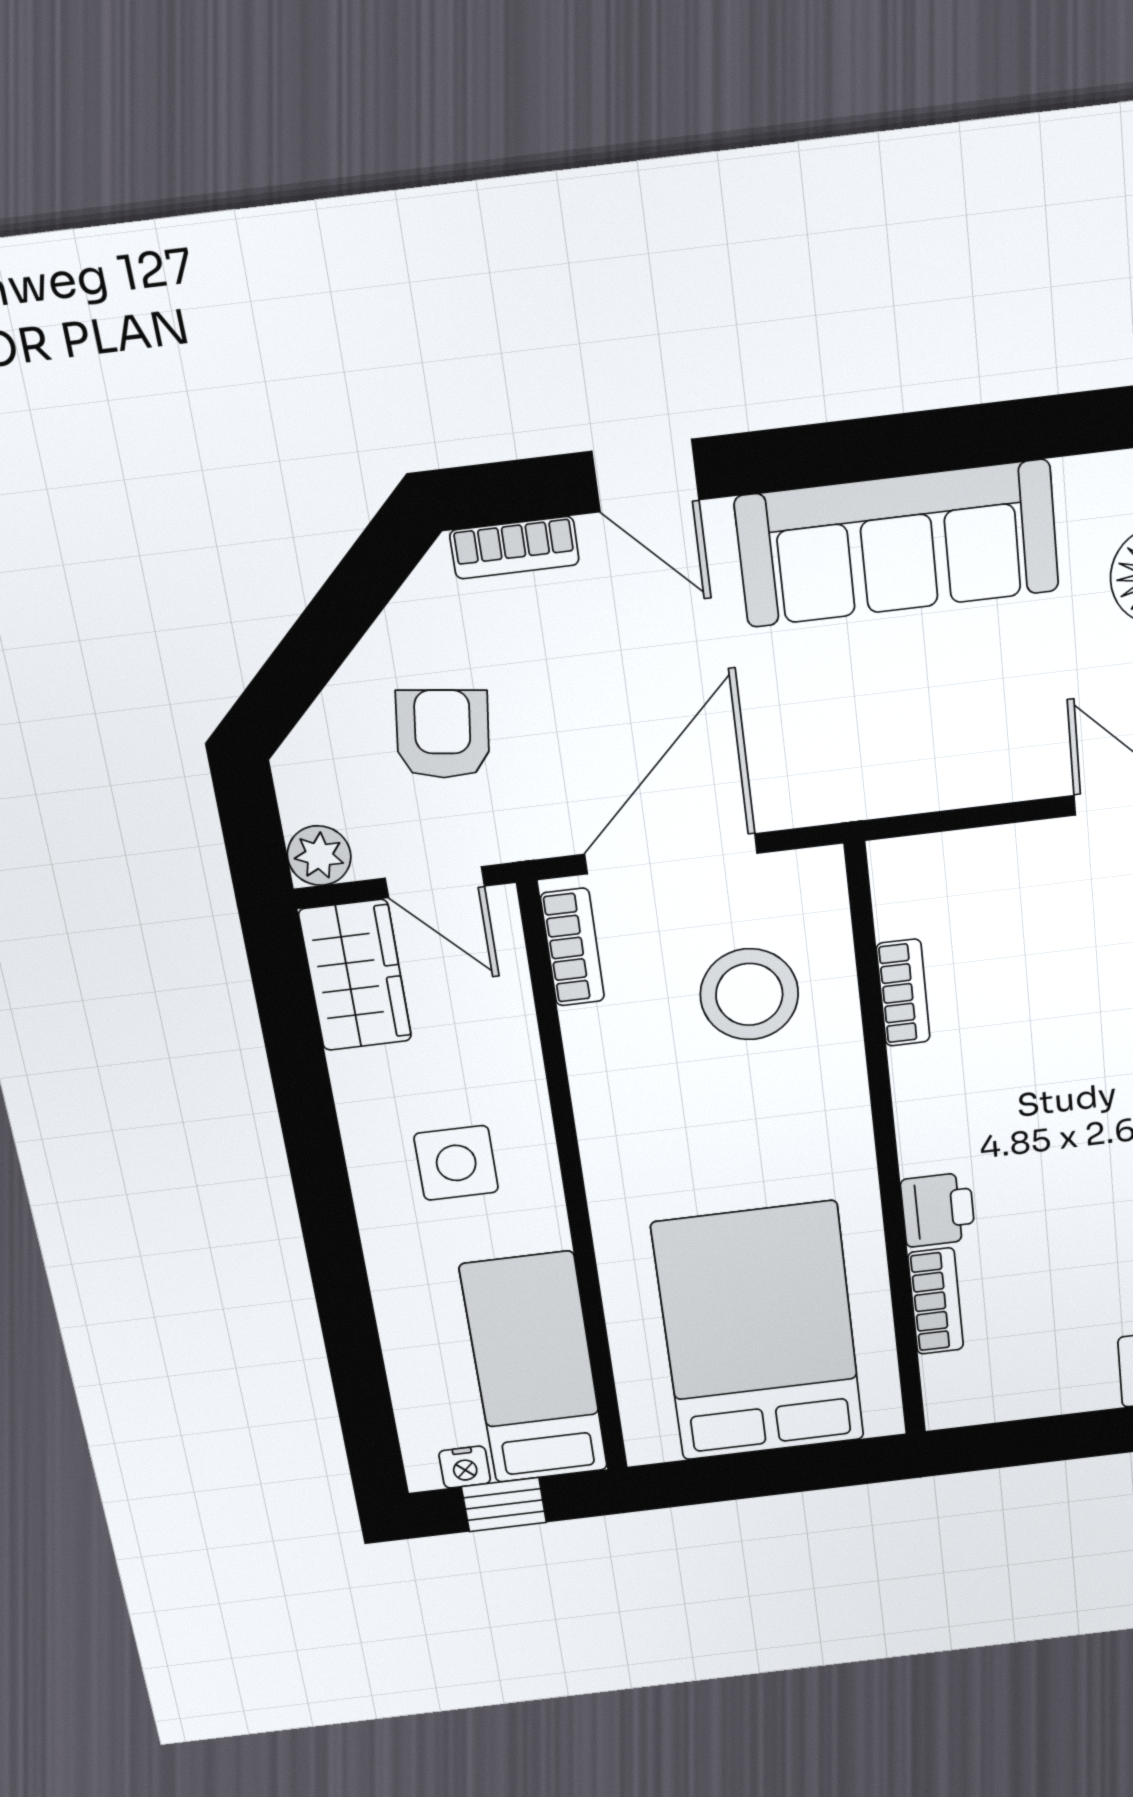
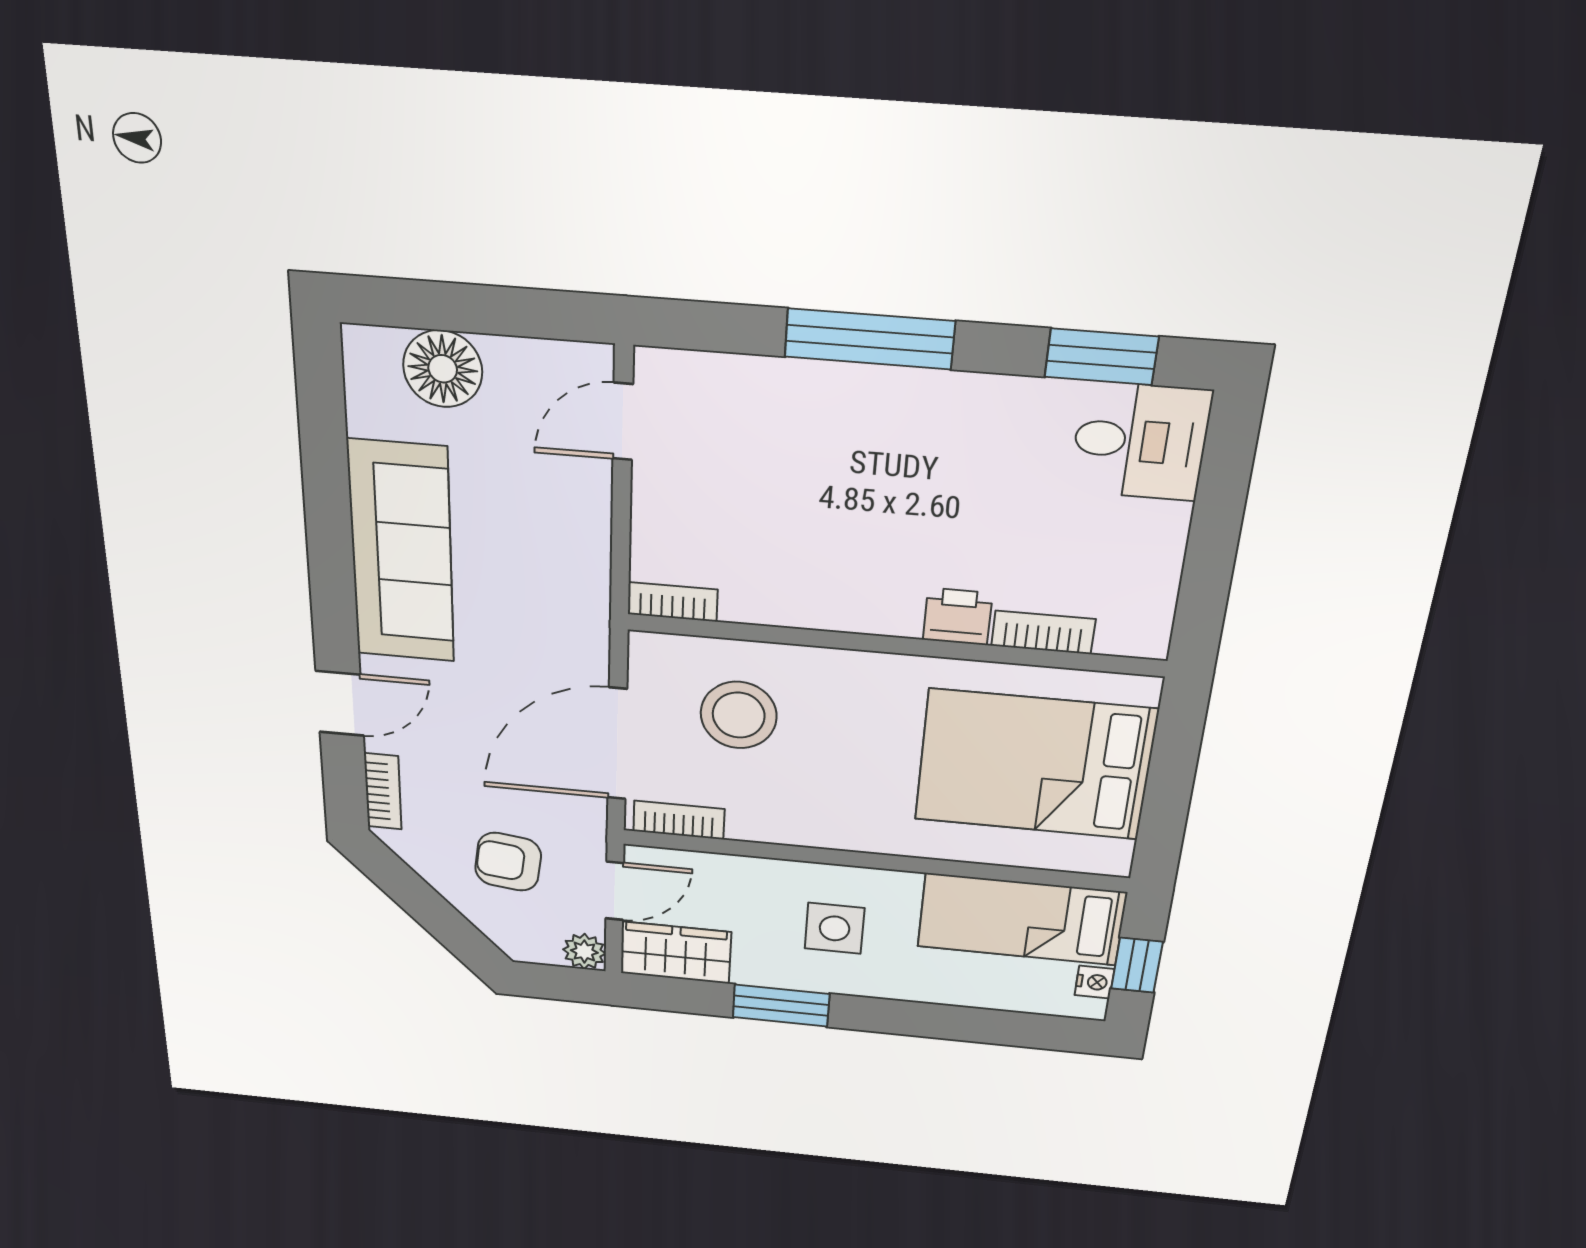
door: (671, 854) -> (617, 744), hinge flipped
bookcase: (903, 993) -> (673, 602), moved
window: (309, 1122) -> (781, 1006), added

